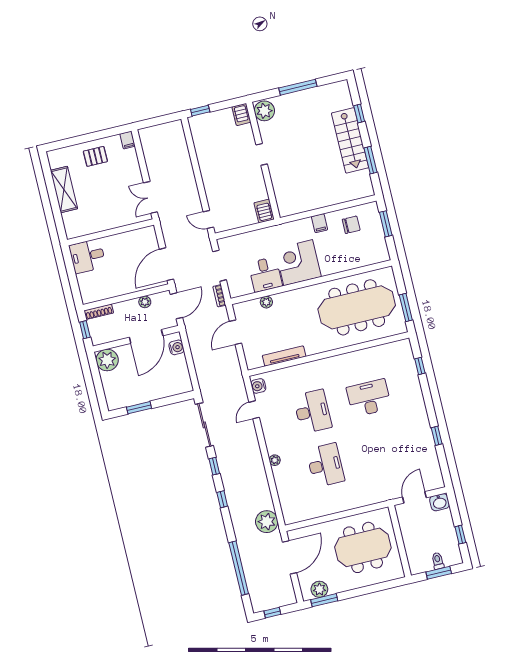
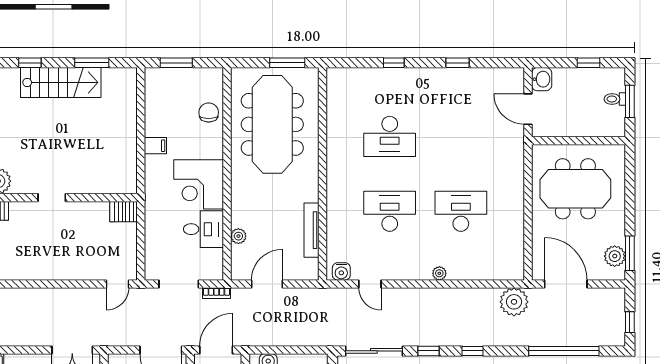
chair: (351, 225) -> (209, 112), moved
door: (176, 306) -> (216, 350), hinge flipped
door: (235, 332) -> (267, 284), swing flipped
window: (420, 366) -> (394, 63), moved
desk: (369, 398) -> (390, 136), turned -90
meeting table: (363, 547) -> (575, 189), turned 90

